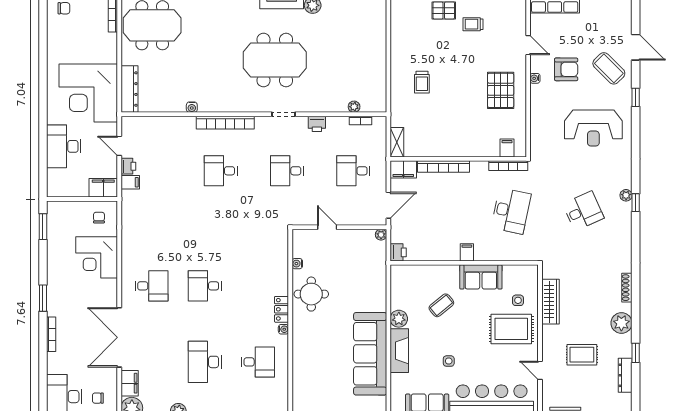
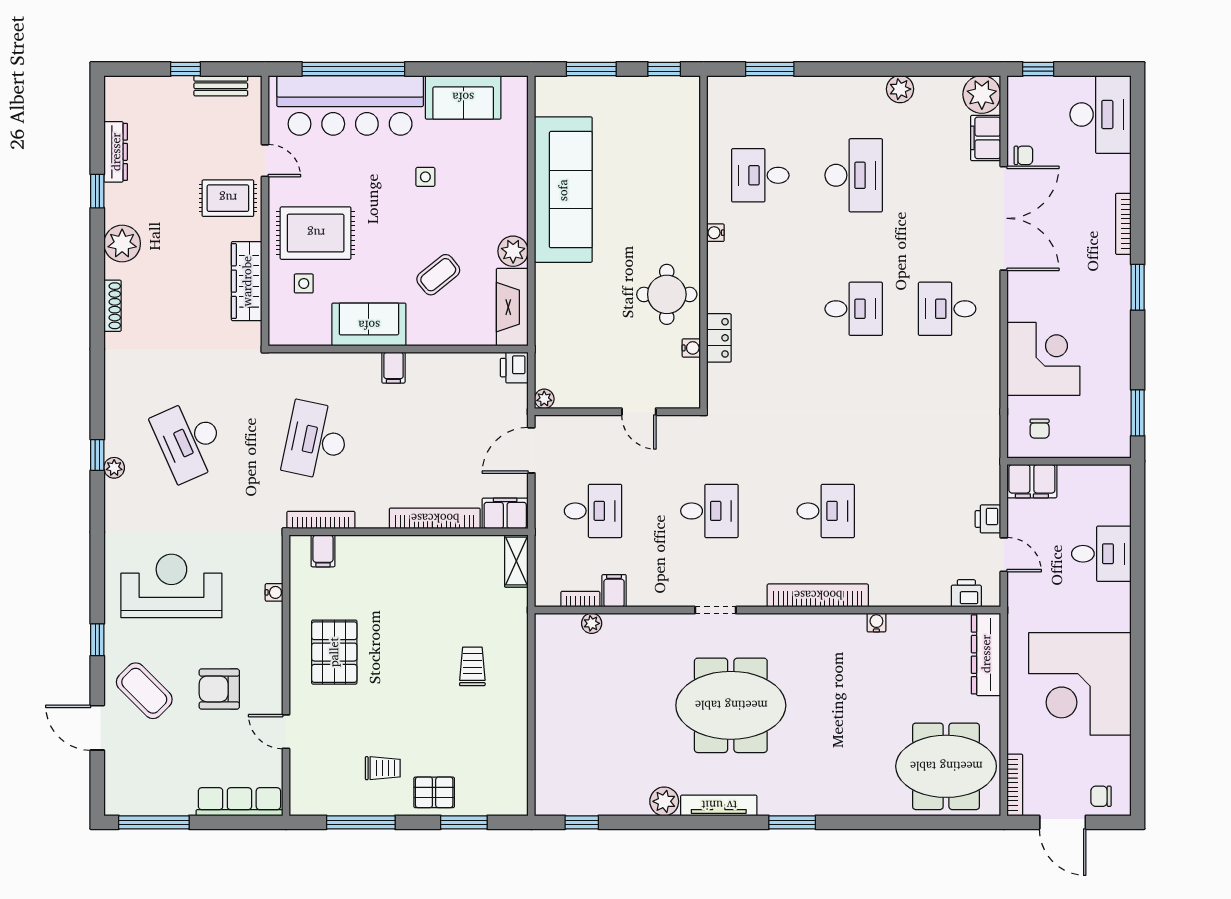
water cooler: (535, 78) -> (274, 592), moved
corner desk: (88, 93) -> (1080, 684), moved, turned 180
printer: (317, 124) -> (966, 593), moved
desk: (64, 146) -> (1101, 554), width x0.73
filing cabinet: (130, 182) -> (614, 591), moved, turned 90
desk: (583, 211) -> (189, 440), width x1.37
locker: (282, 309) -> (719, 338), moved
fireplace: (399, 351) -> (512, 307), moved
rug: (582, 355) -> (228, 198), moved
chair: (98, 398) -> (1023, 155), moved

